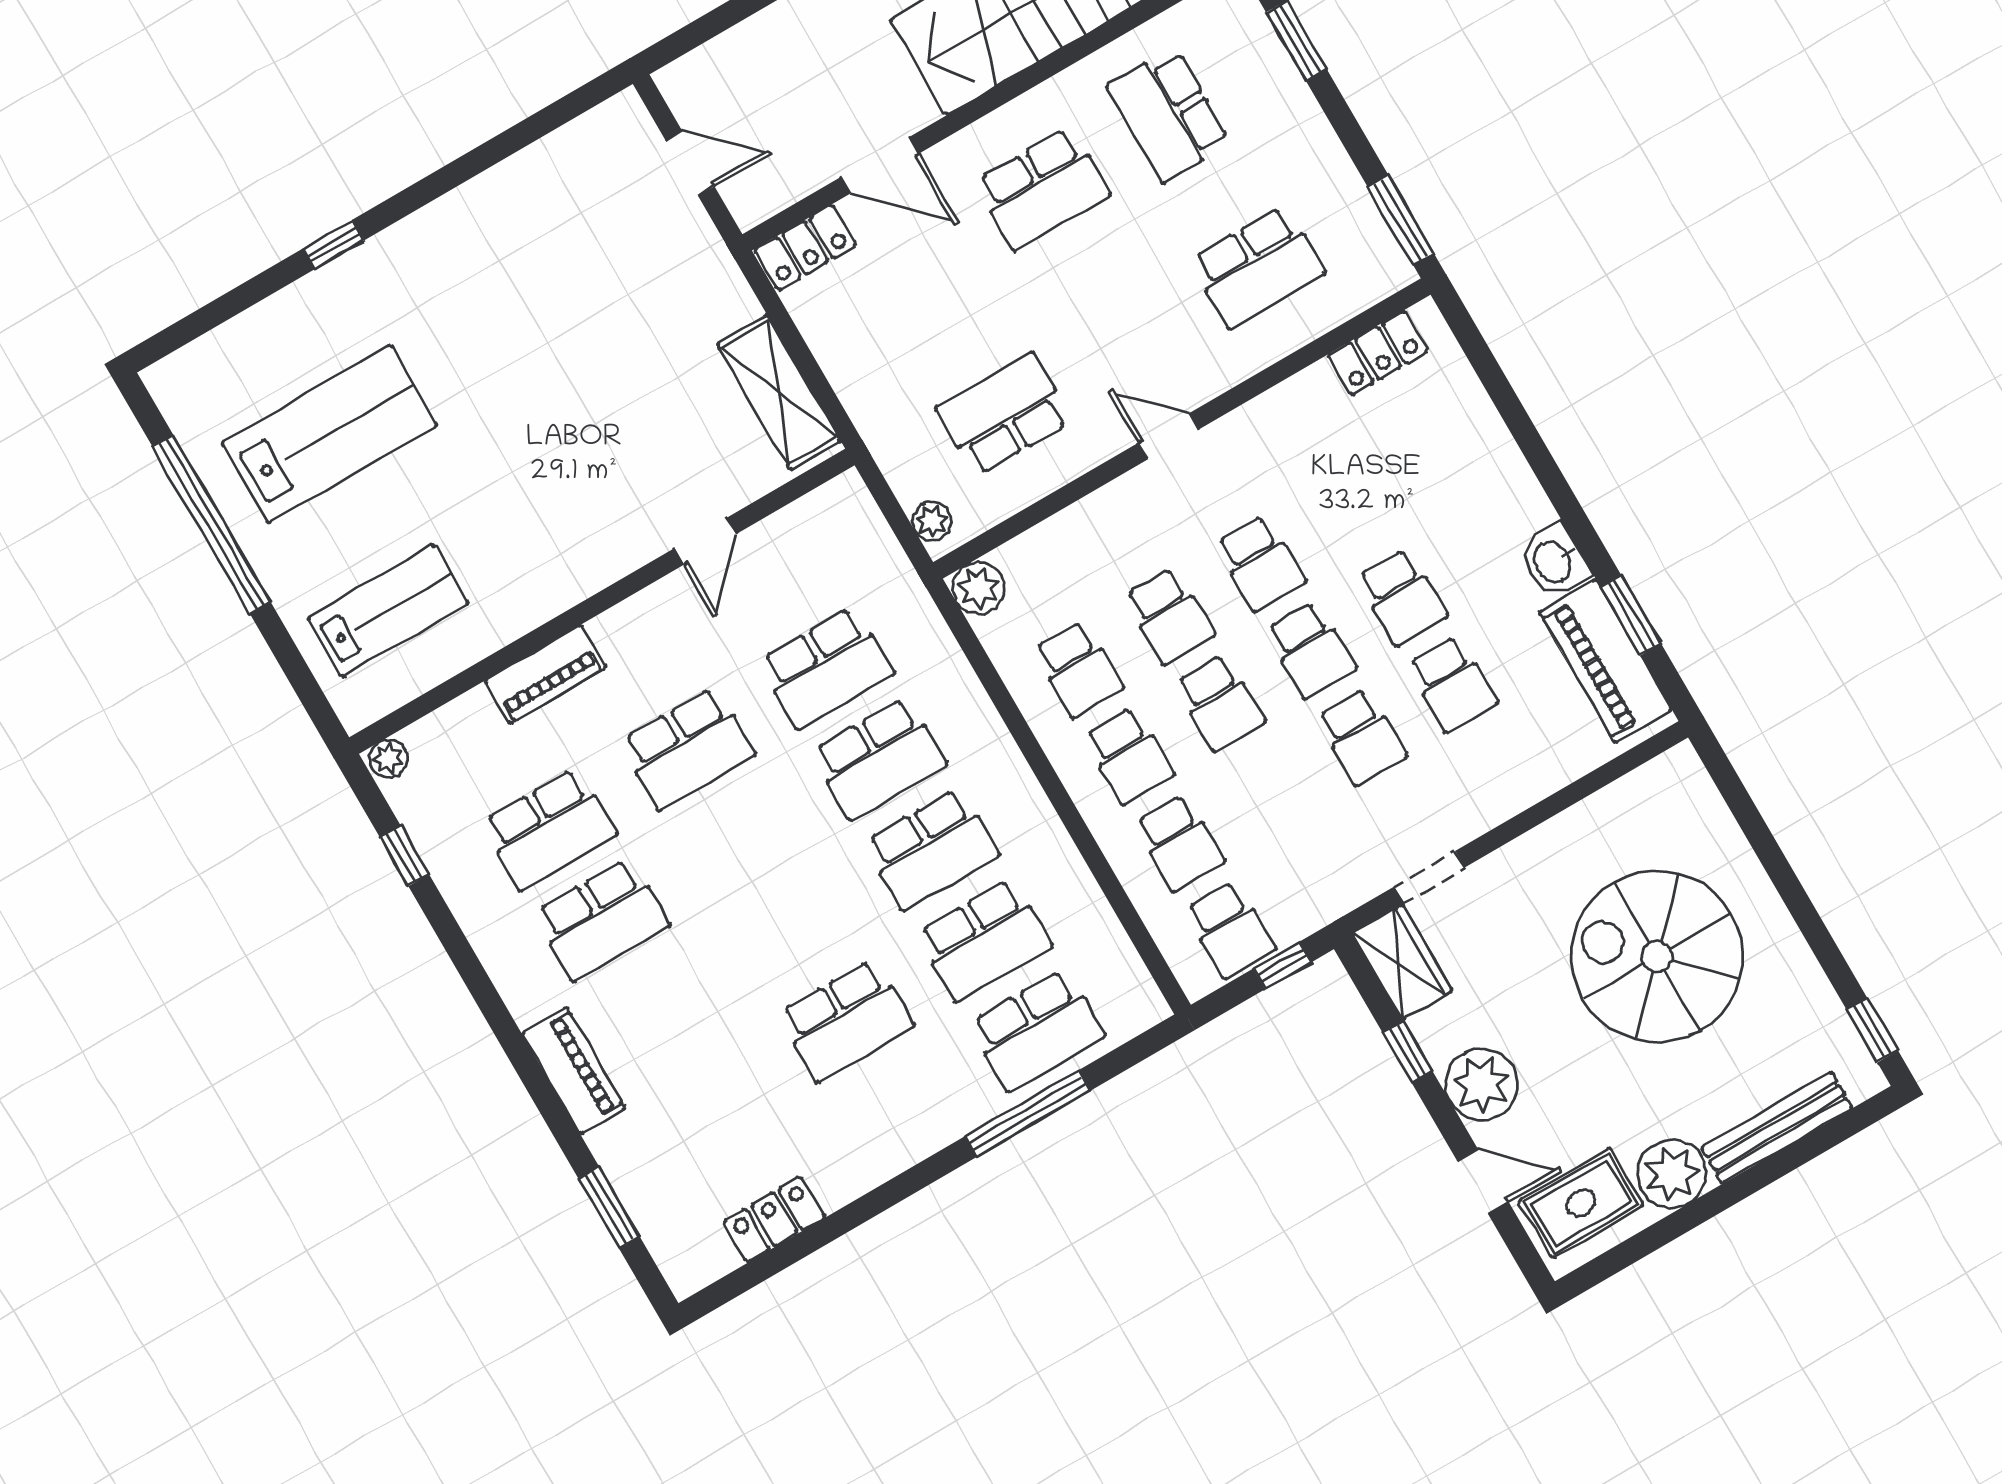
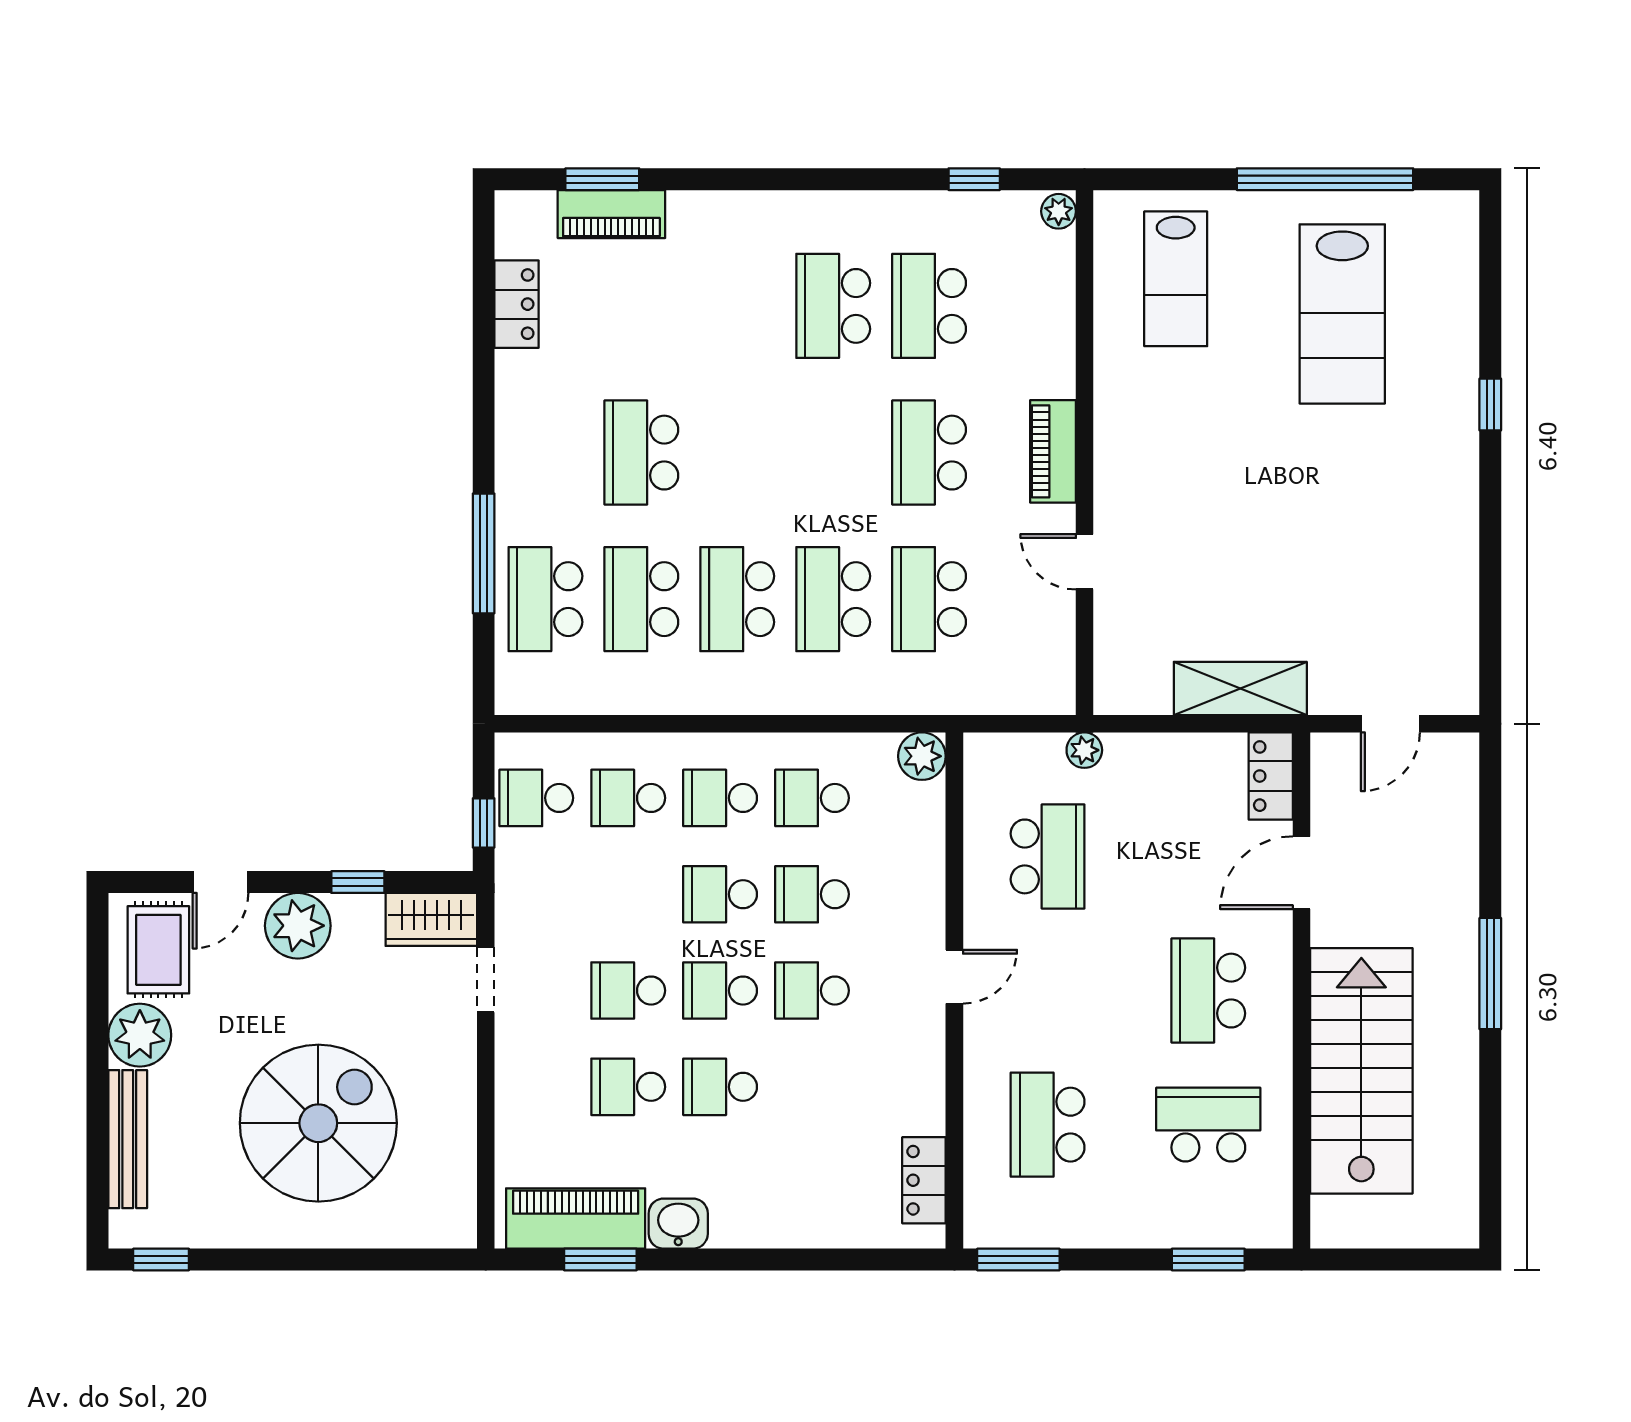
shelving: (779, 392) -> (1240, 688), moved
plant: (932, 521) -> (1084, 750), moved
piano: (545, 674) -> (1053, 451), moved
piano: (574, 1071) -> (611, 214), moved

